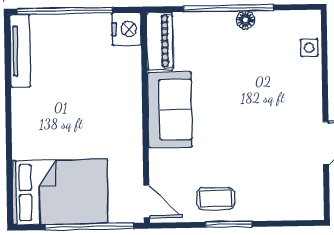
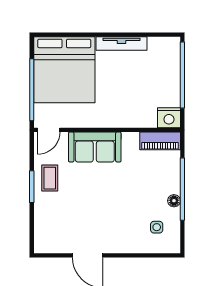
side table: (309, 48) -> (157, 227), moved
tv unit: (20, 51) -> (121, 43), moved
sofa: (170, 110) -> (95, 147), moved
bed: (60, 192) -> (64, 70), width x1.36

